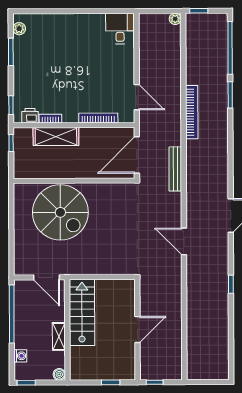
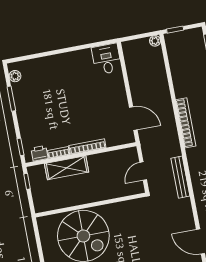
bookcase: (98, 118) -> (87, 147), moved
door: (137, 155) -> (143, 171), width x0.53

